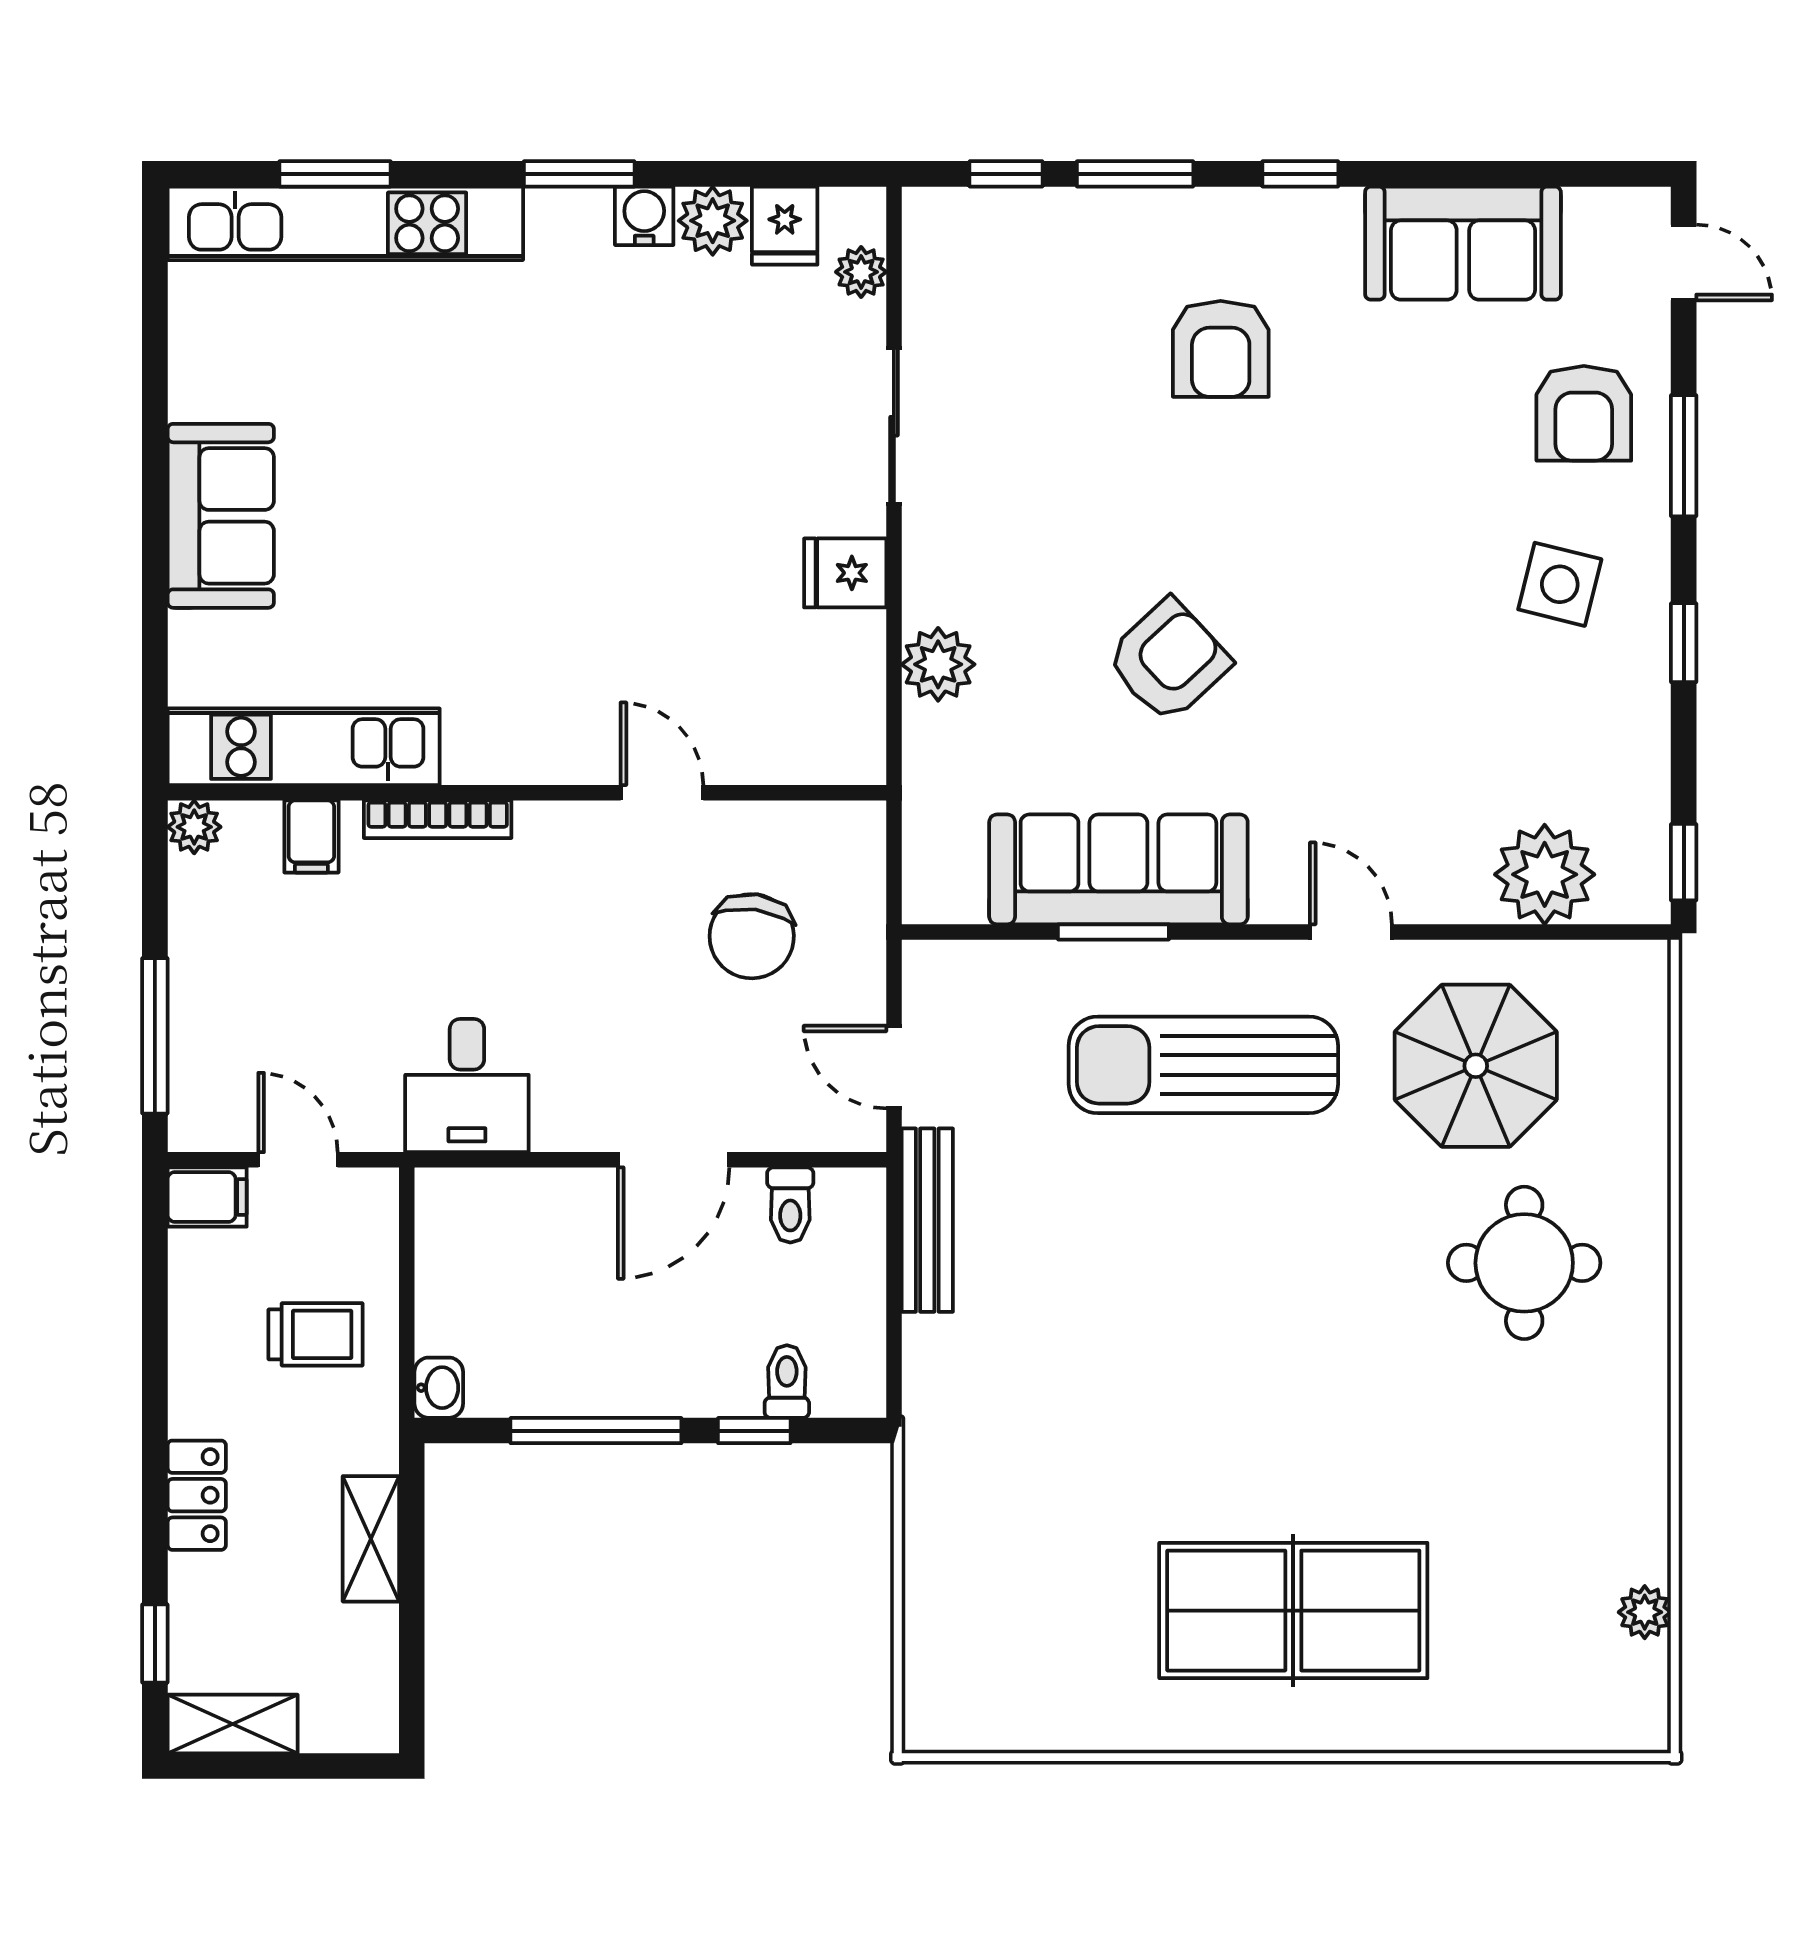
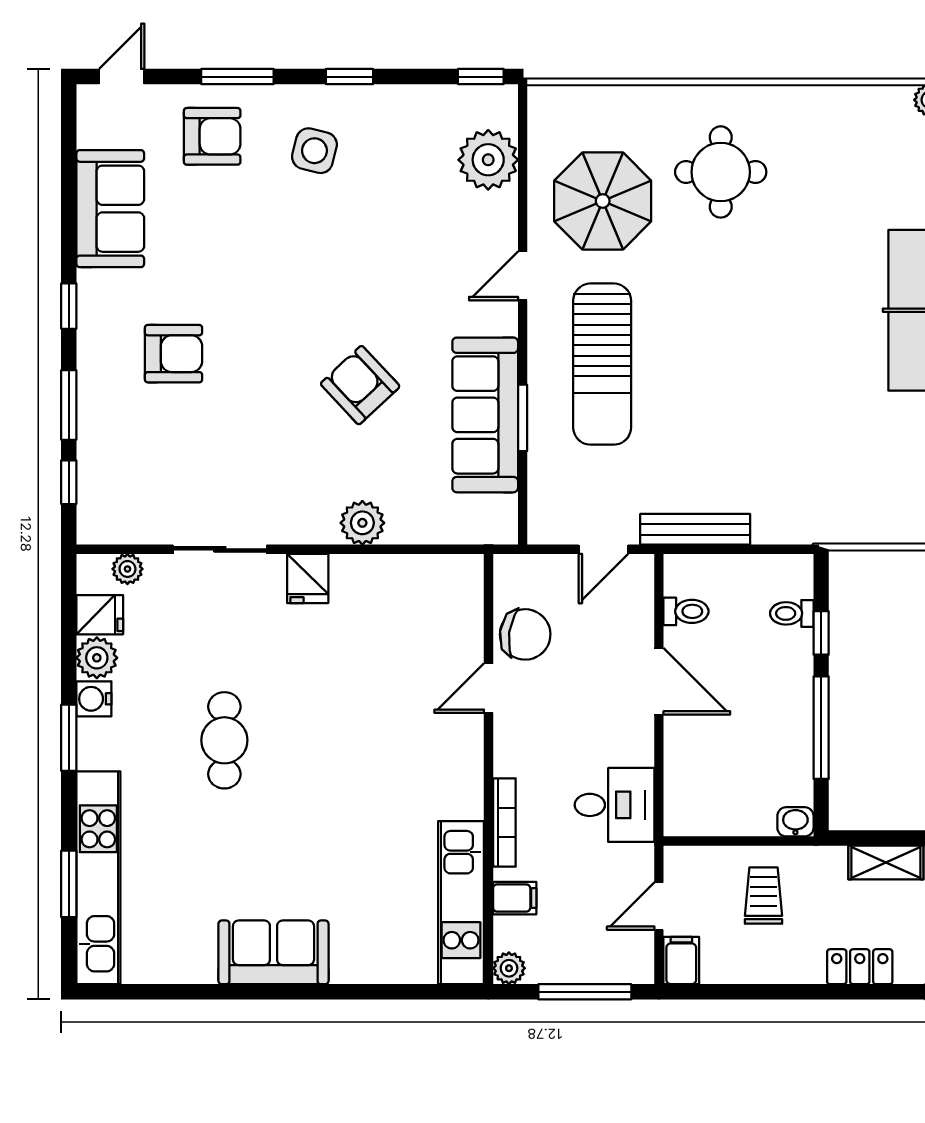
cafe table: (575, 434) -> (224, 740), added
kitchen unit: (304, 747) -> (461, 903), moved
wall: (527, 793) -> (488, 769), moved
door: (662, 793) -> (488, 688), moved
bookcase: (438, 819) -> (504, 822), moved
plant: (194, 827) -> (509, 968), moved
filing cabinet: (311, 836) -> (515, 898), moved

